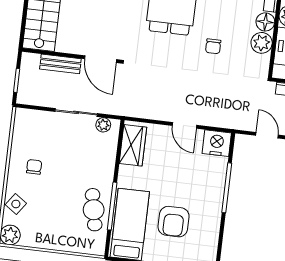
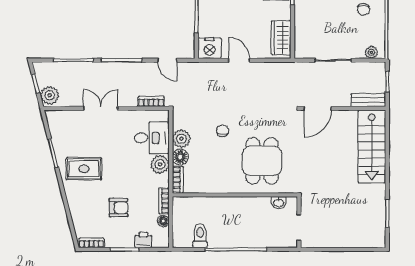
door: (101, 59) -> (318, 108), swing flipped
bench: (60, 64) -> (368, 100), moved
plant: (103, 125) -> (371, 52), moved

